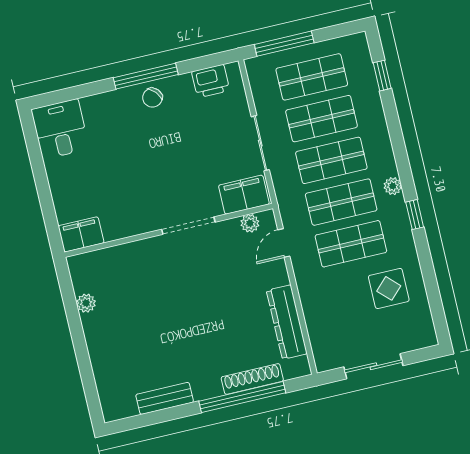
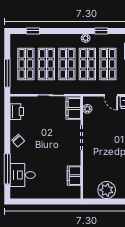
window: (146, 76) -> (7, 169), moved
desk: (60, 129) -> (23, 175), moved
filing cabinet: (81, 234) -> (74, 176), moved
door: (284, 243) -> (111, 95), moved
plant: (86, 303) -> (107, 190), width x1.88, depth x1.88

